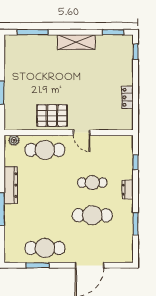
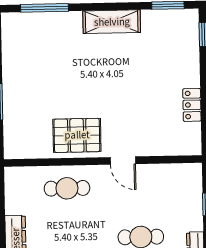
plant: (14, 140) -> (19, 175), removed
cafe table: (45, 150) -> (67, 188), width x0.73, depth x0.74

